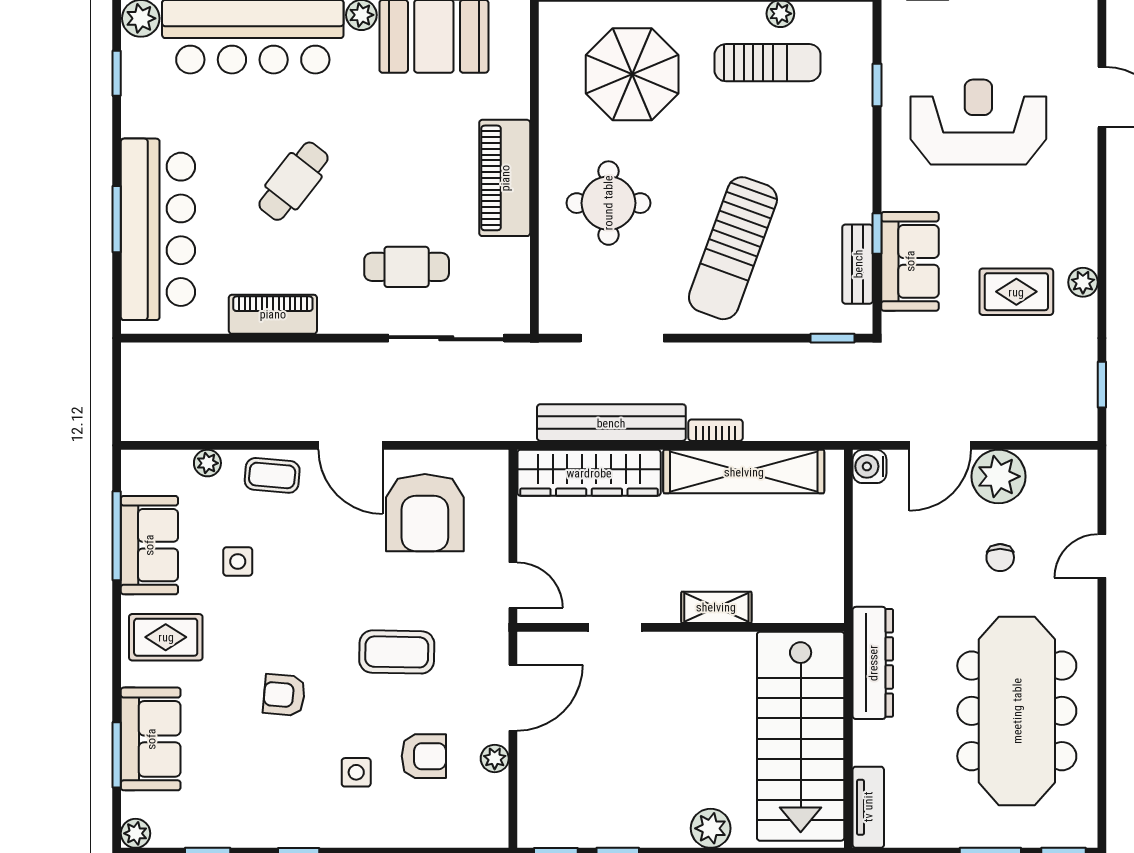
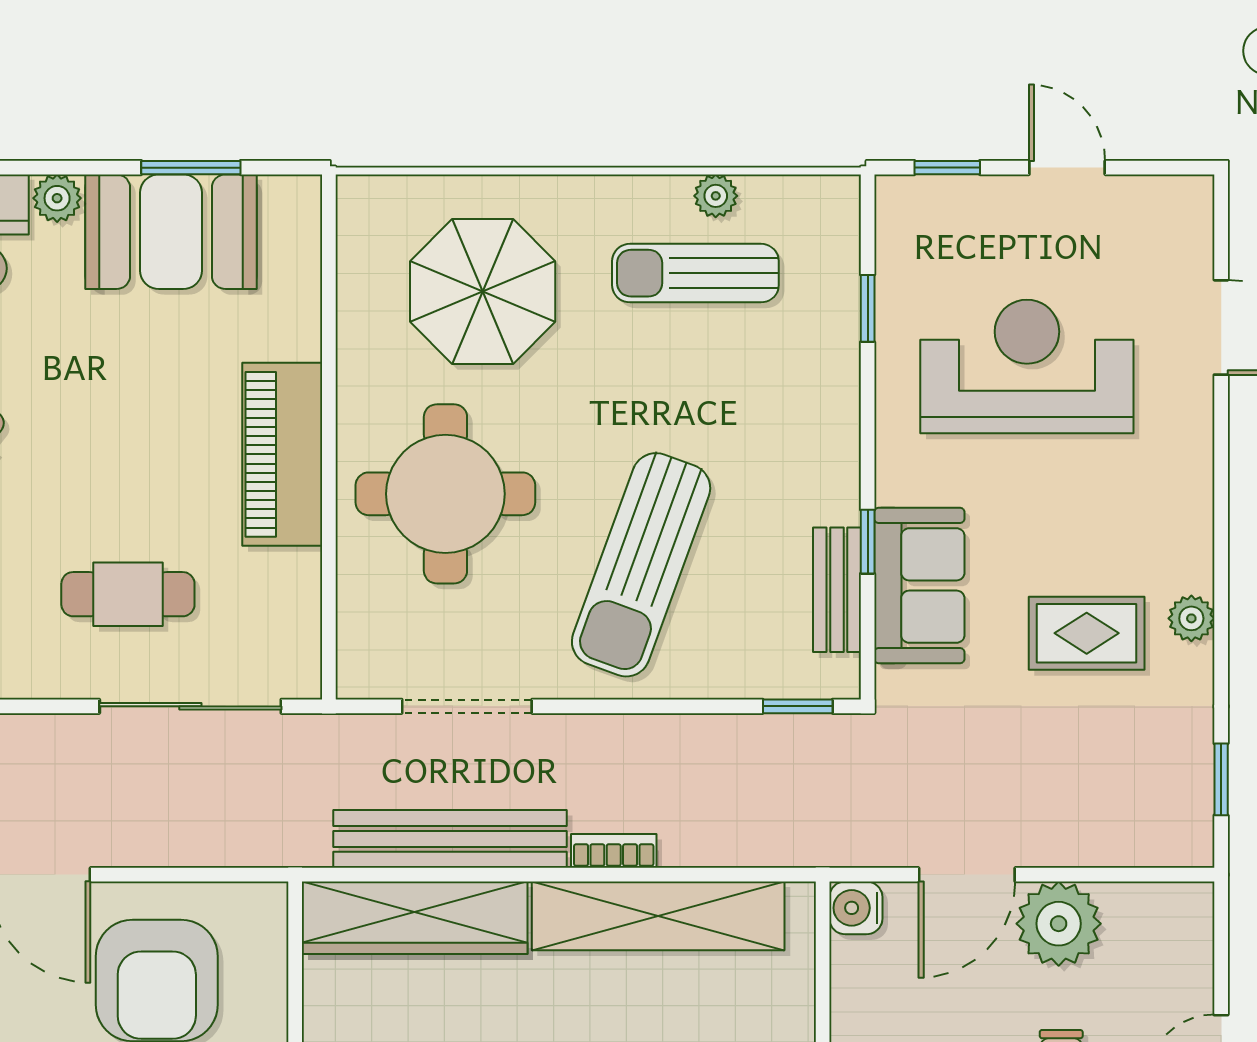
sun lounger: (768, 63) -> (695, 273), turned 180
round table: (608, 203) -> (445, 494), width x1.36, depth x1.36

